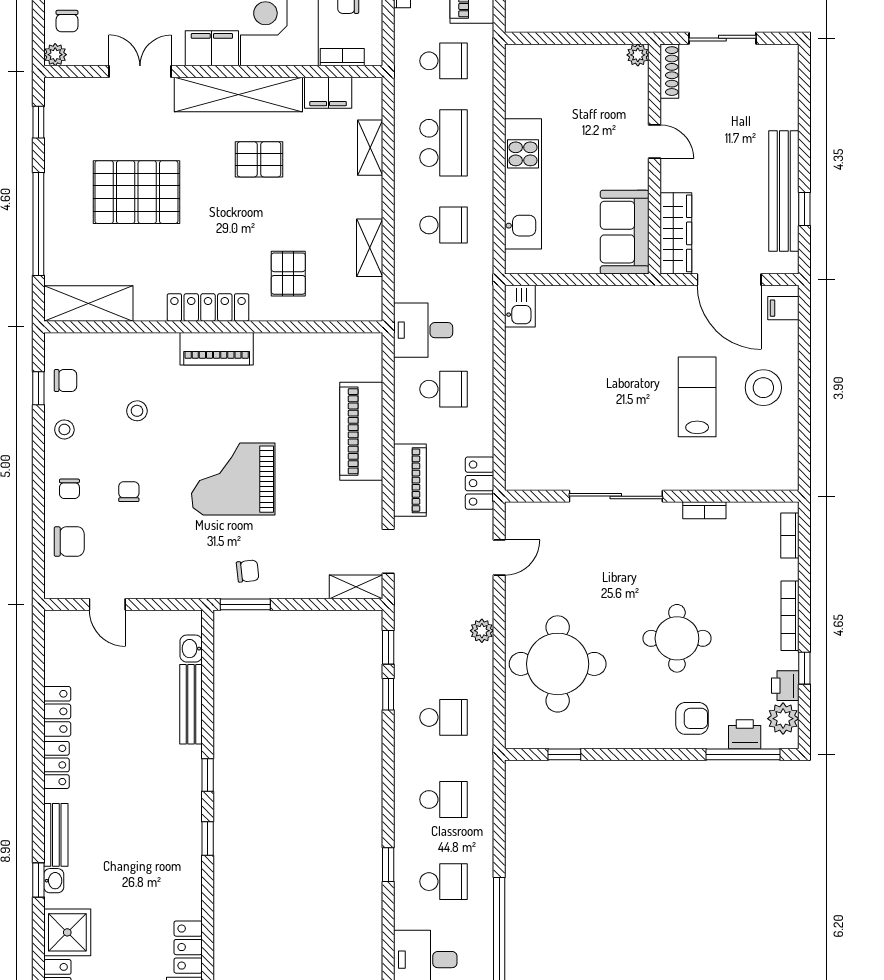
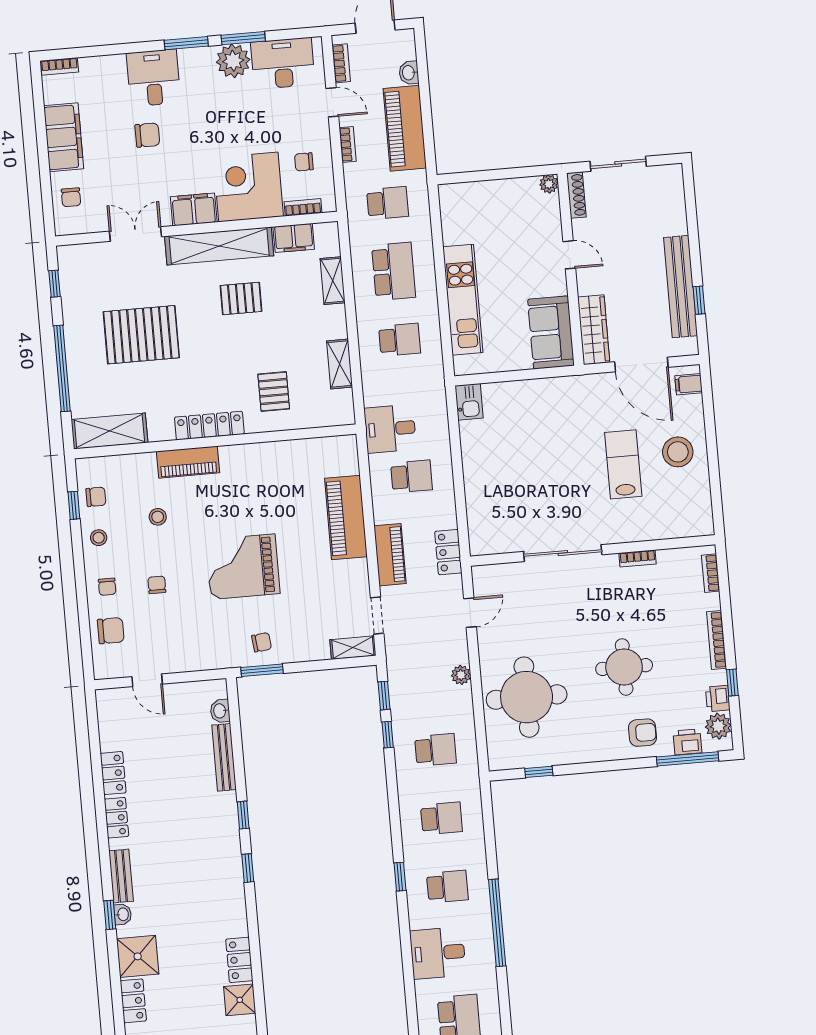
plant: (55, 55) -> (64, 226), removed
piano: (217, 349) -> (188, 462), moved

